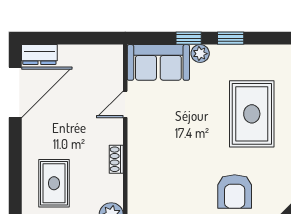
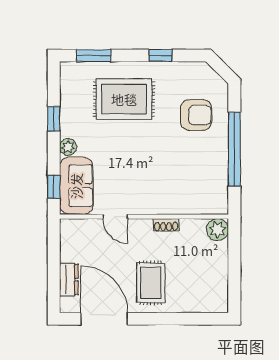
window: (189, 38) -> (54, 187), moved
dresser: (39, 55) -> (69, 280), moved
rug: (54, 183) -> (151, 283), moved, turned 90

